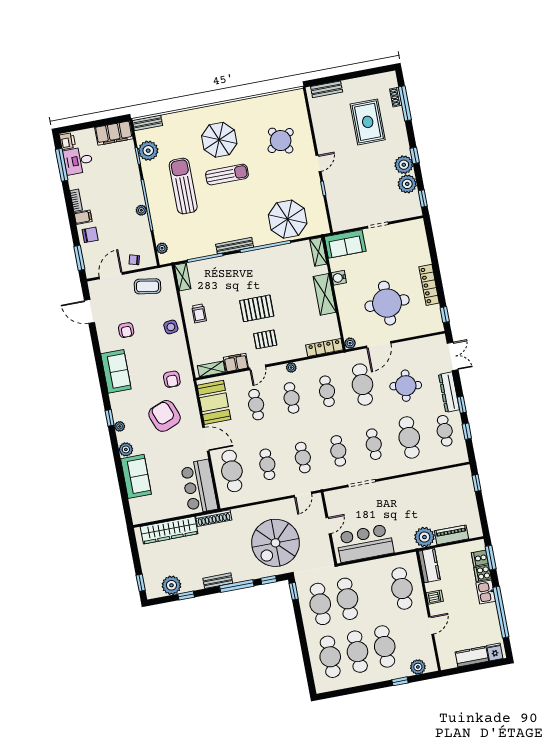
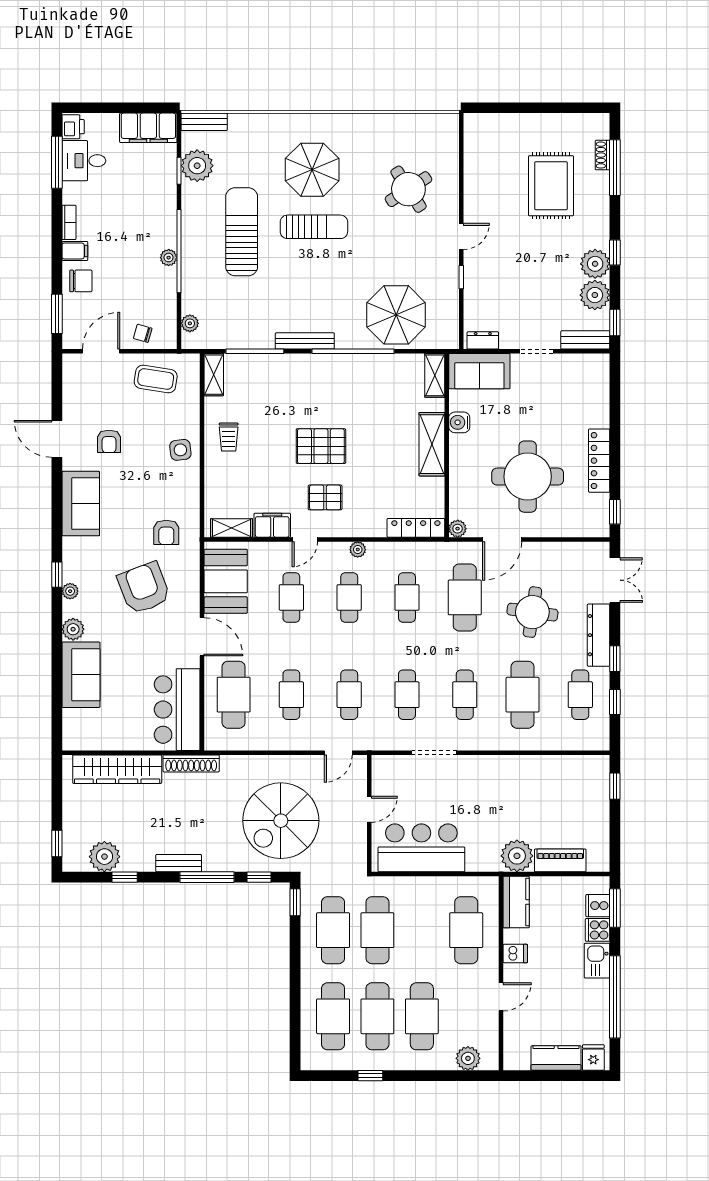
bench: (327, 89) -> (585, 340), moved
dresser: (344, 225) -> (483, 340), added
door: (89, 311) -> (57, 439), moved
window: (400, 681) -> (370, 1076), moved

